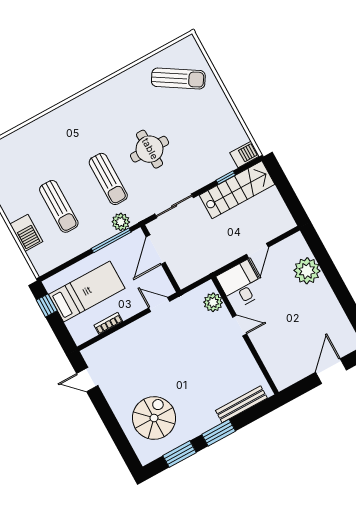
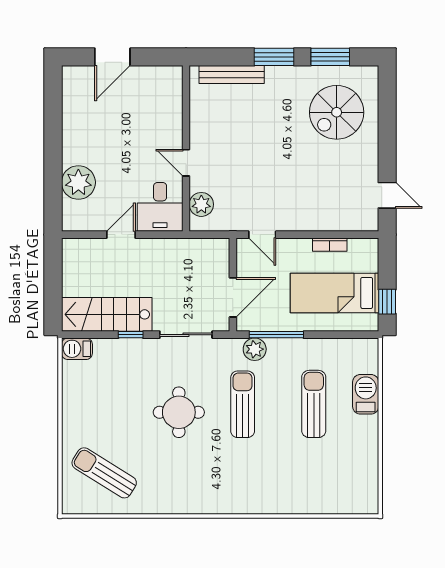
window: (226, 178) -> (131, 335), moved

